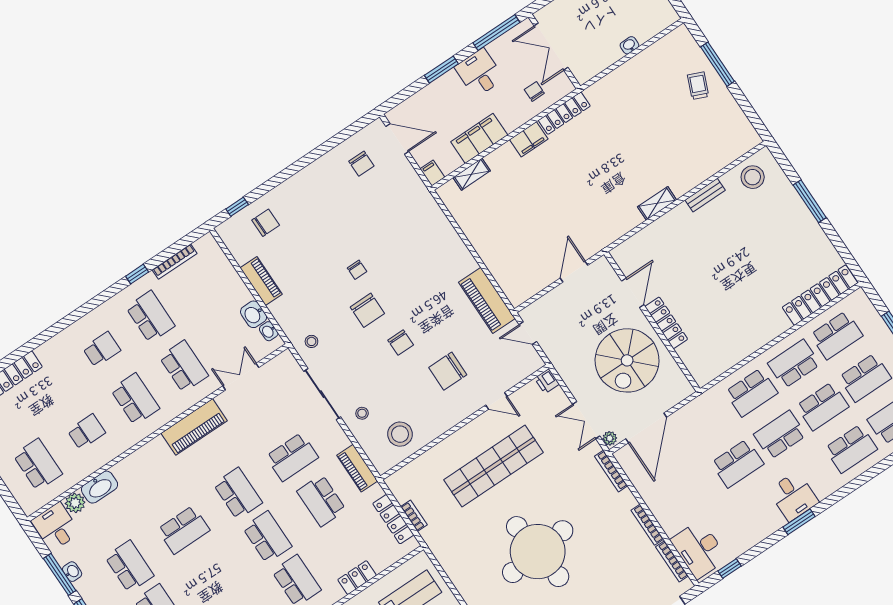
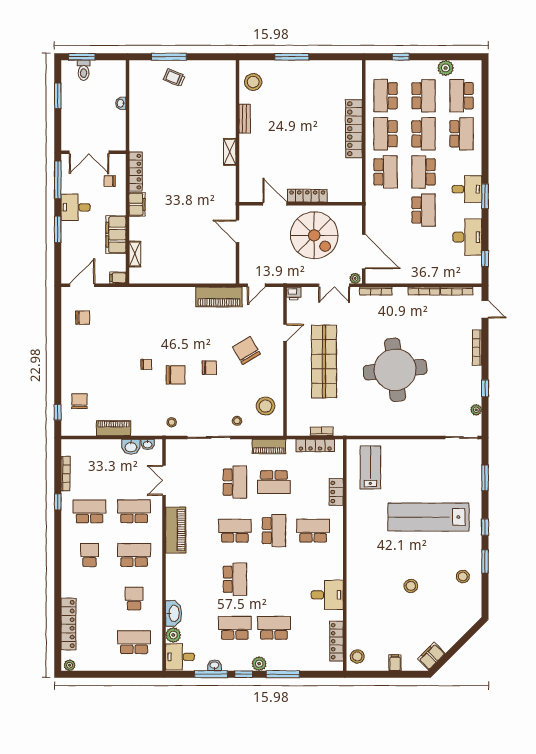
locker: (820, 295) -> (354, 129), moved
school desk: (836, 335) -> (386, 96), turned 180
chair: (448, 371) -> (246, 350), turned 149
school desk: (267, 537) -> (274, 531), turned 90
desk: (699, 549) -> (467, 237), moved, turned -90

